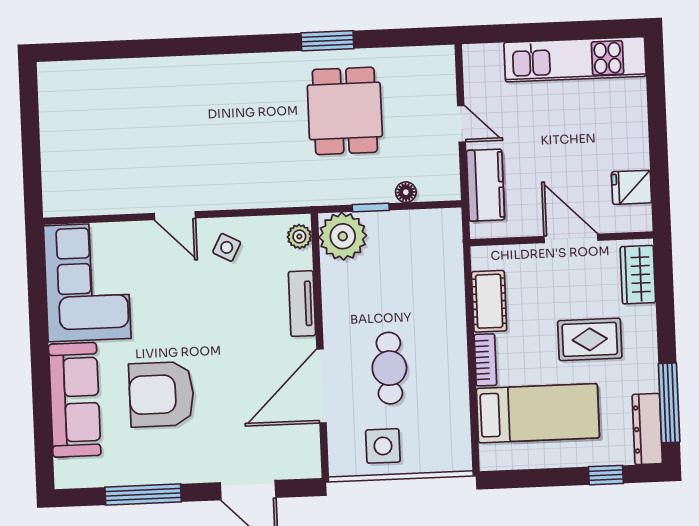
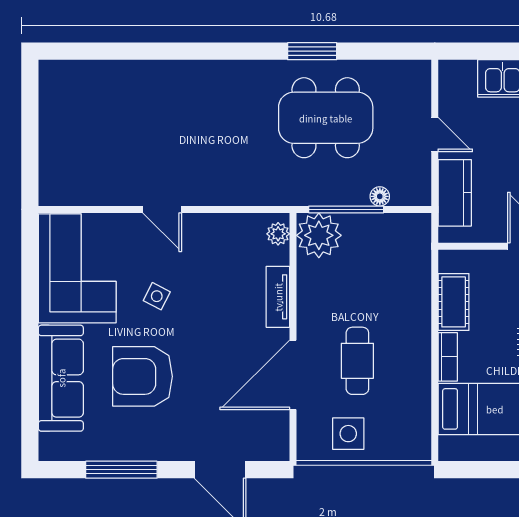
dining table: (345, 111) -> (326, 118), width x1.38
window: (371, 208) -> (346, 209), width x2.17
side table: (227, 247) -> (157, 296), moved

